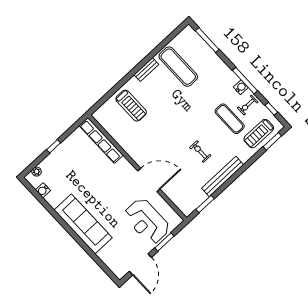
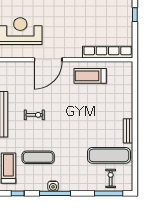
exercise bike: (248, 105) -> (111, 178), moved
treadmill: (131, 106) -> (90, 76), moved

